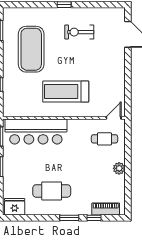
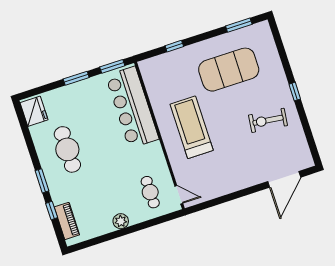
exercise bike: (79, 32) -> (268, 120), turned -83

